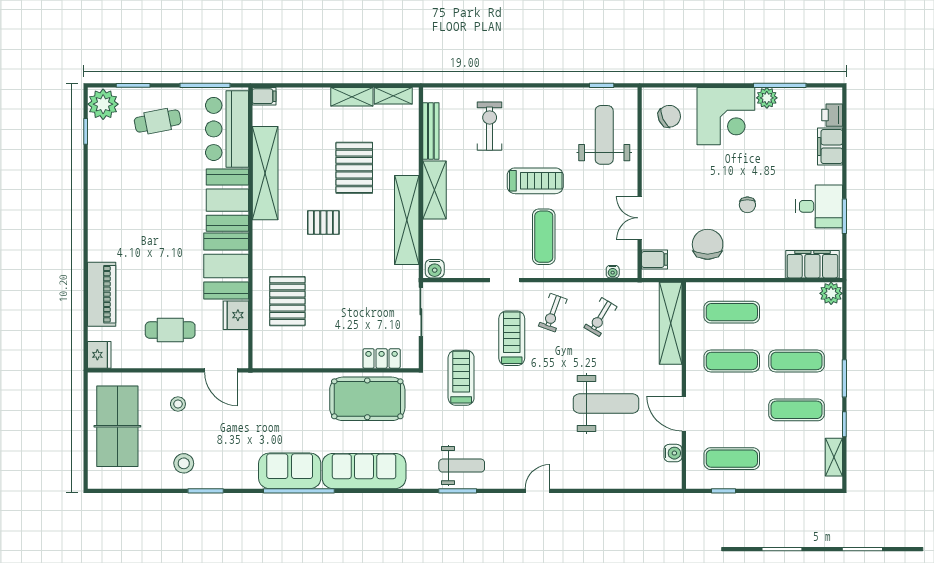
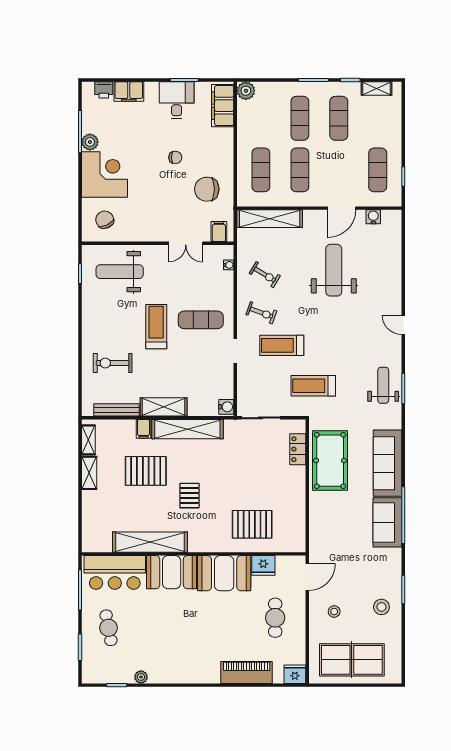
filing cabinet: (264, 96) -> (144, 429), moved, turned 180
plant: (103, 104) -> (141, 677), moved, width x0.53, depth x0.53

